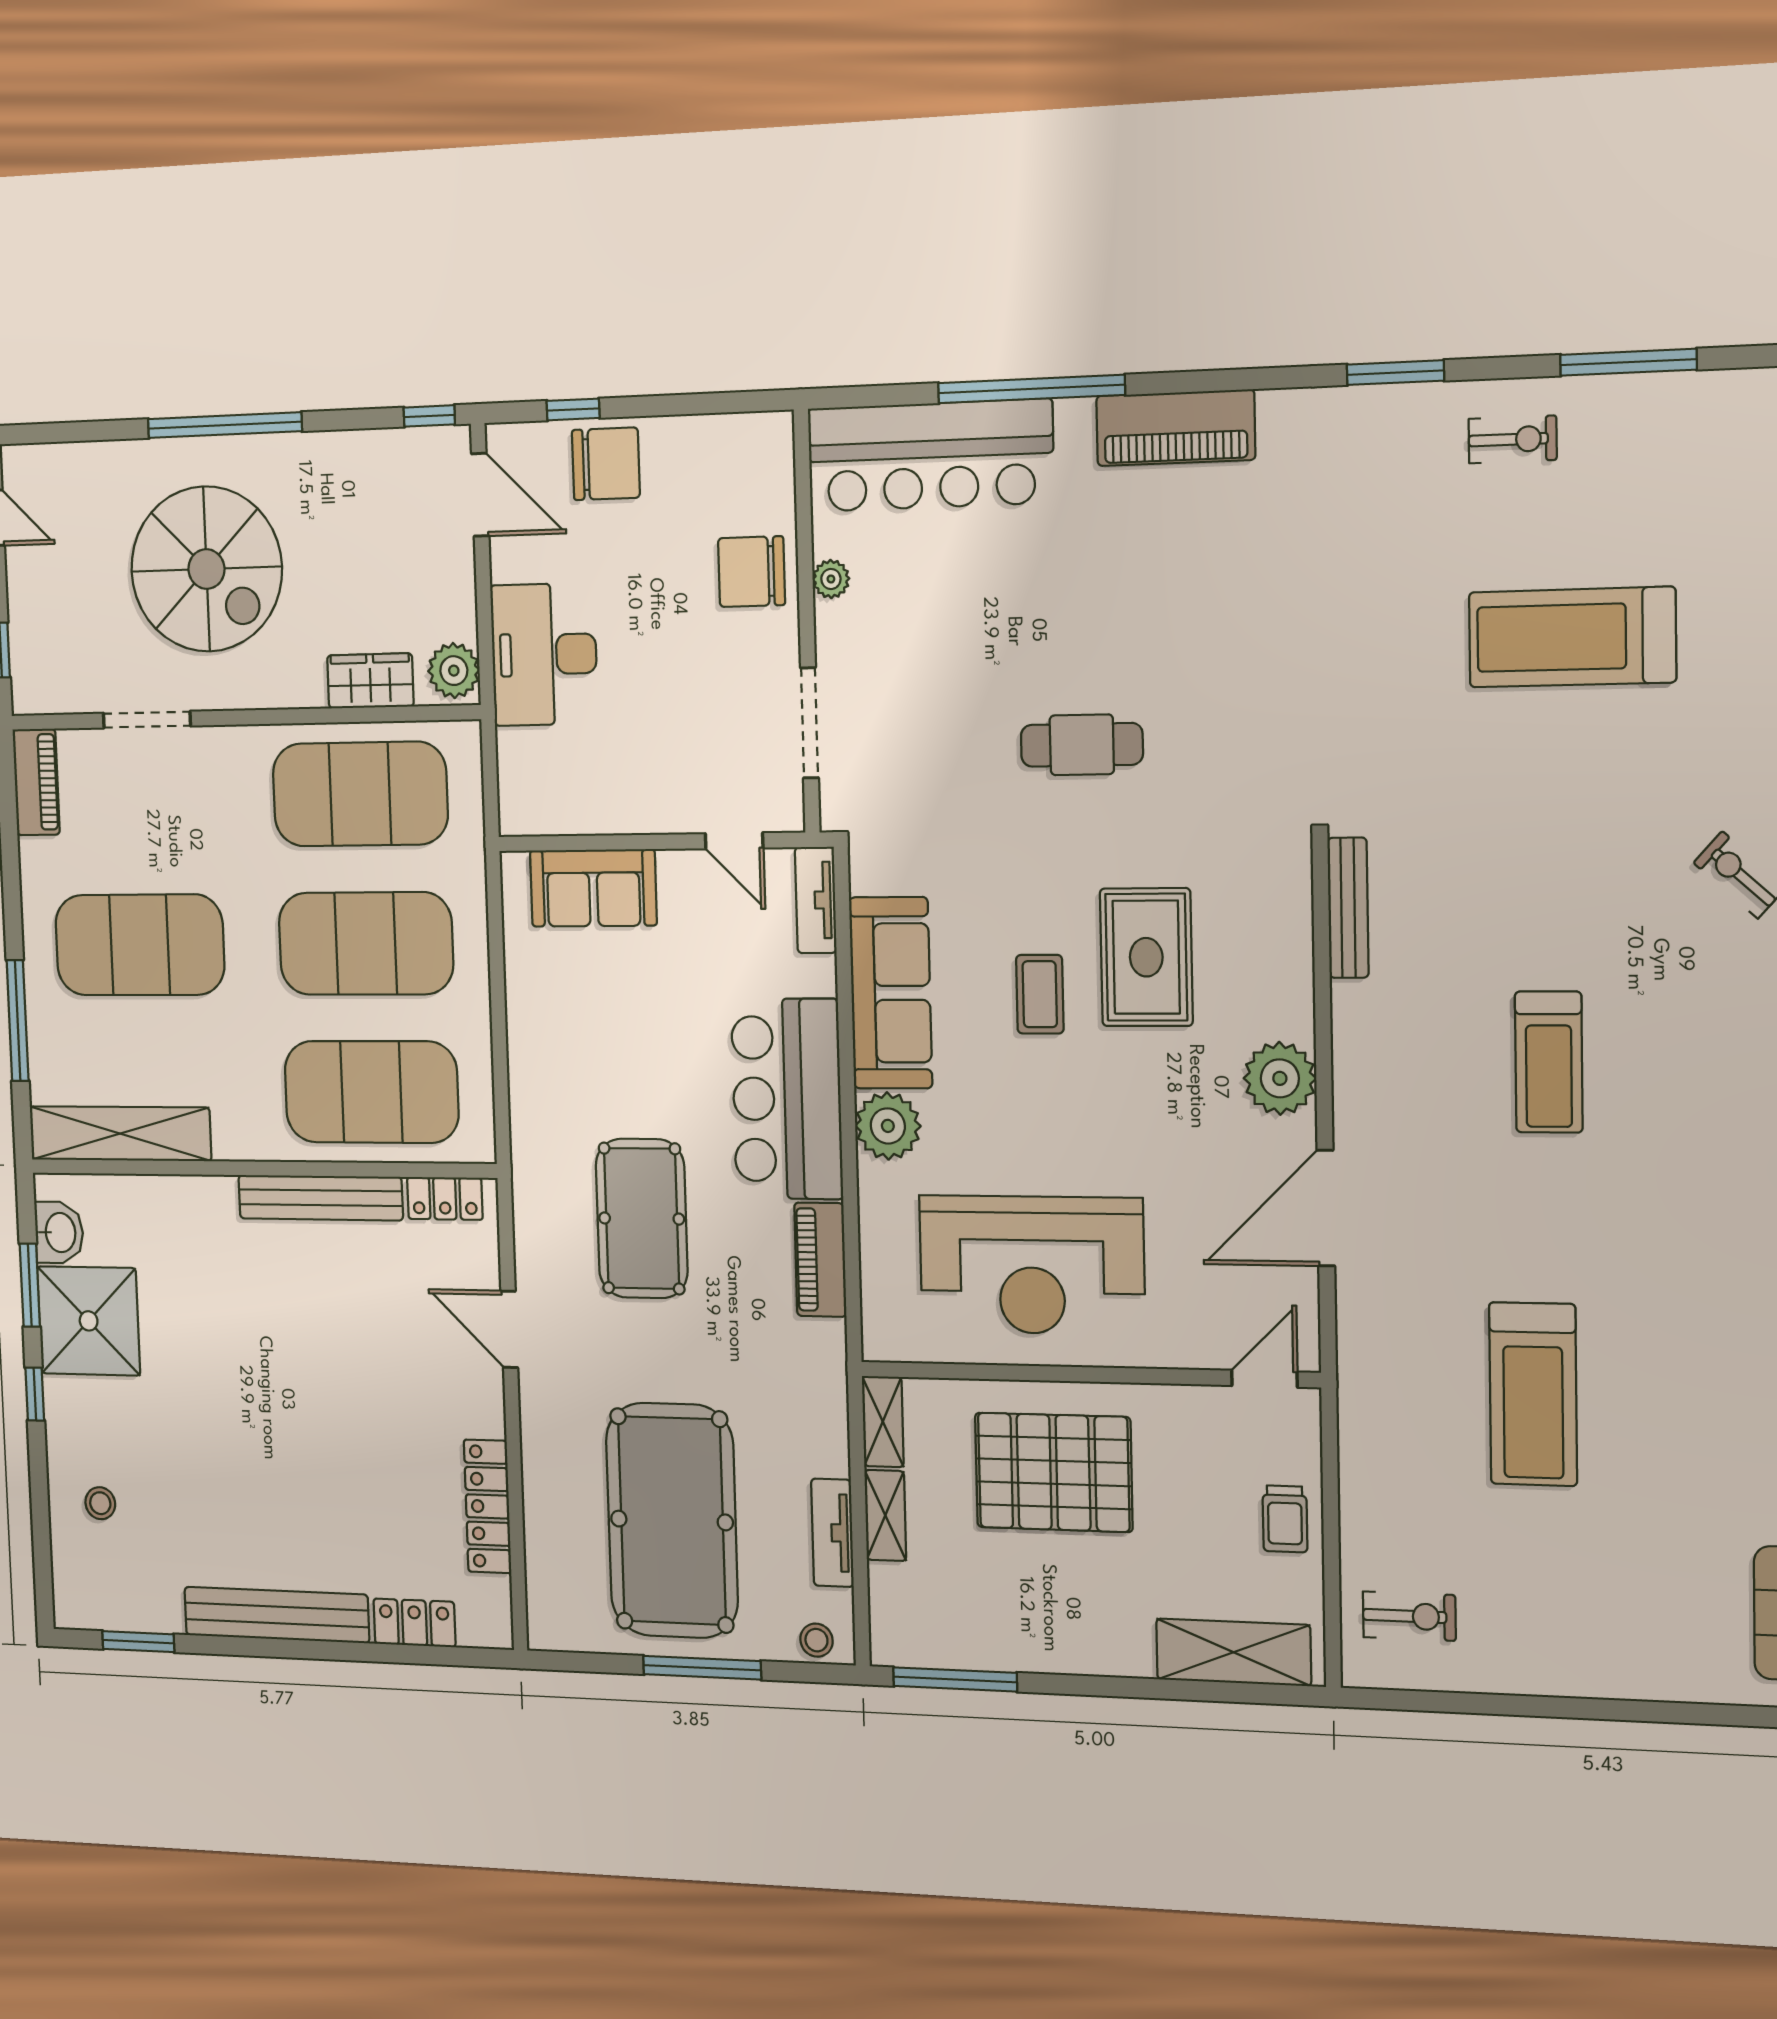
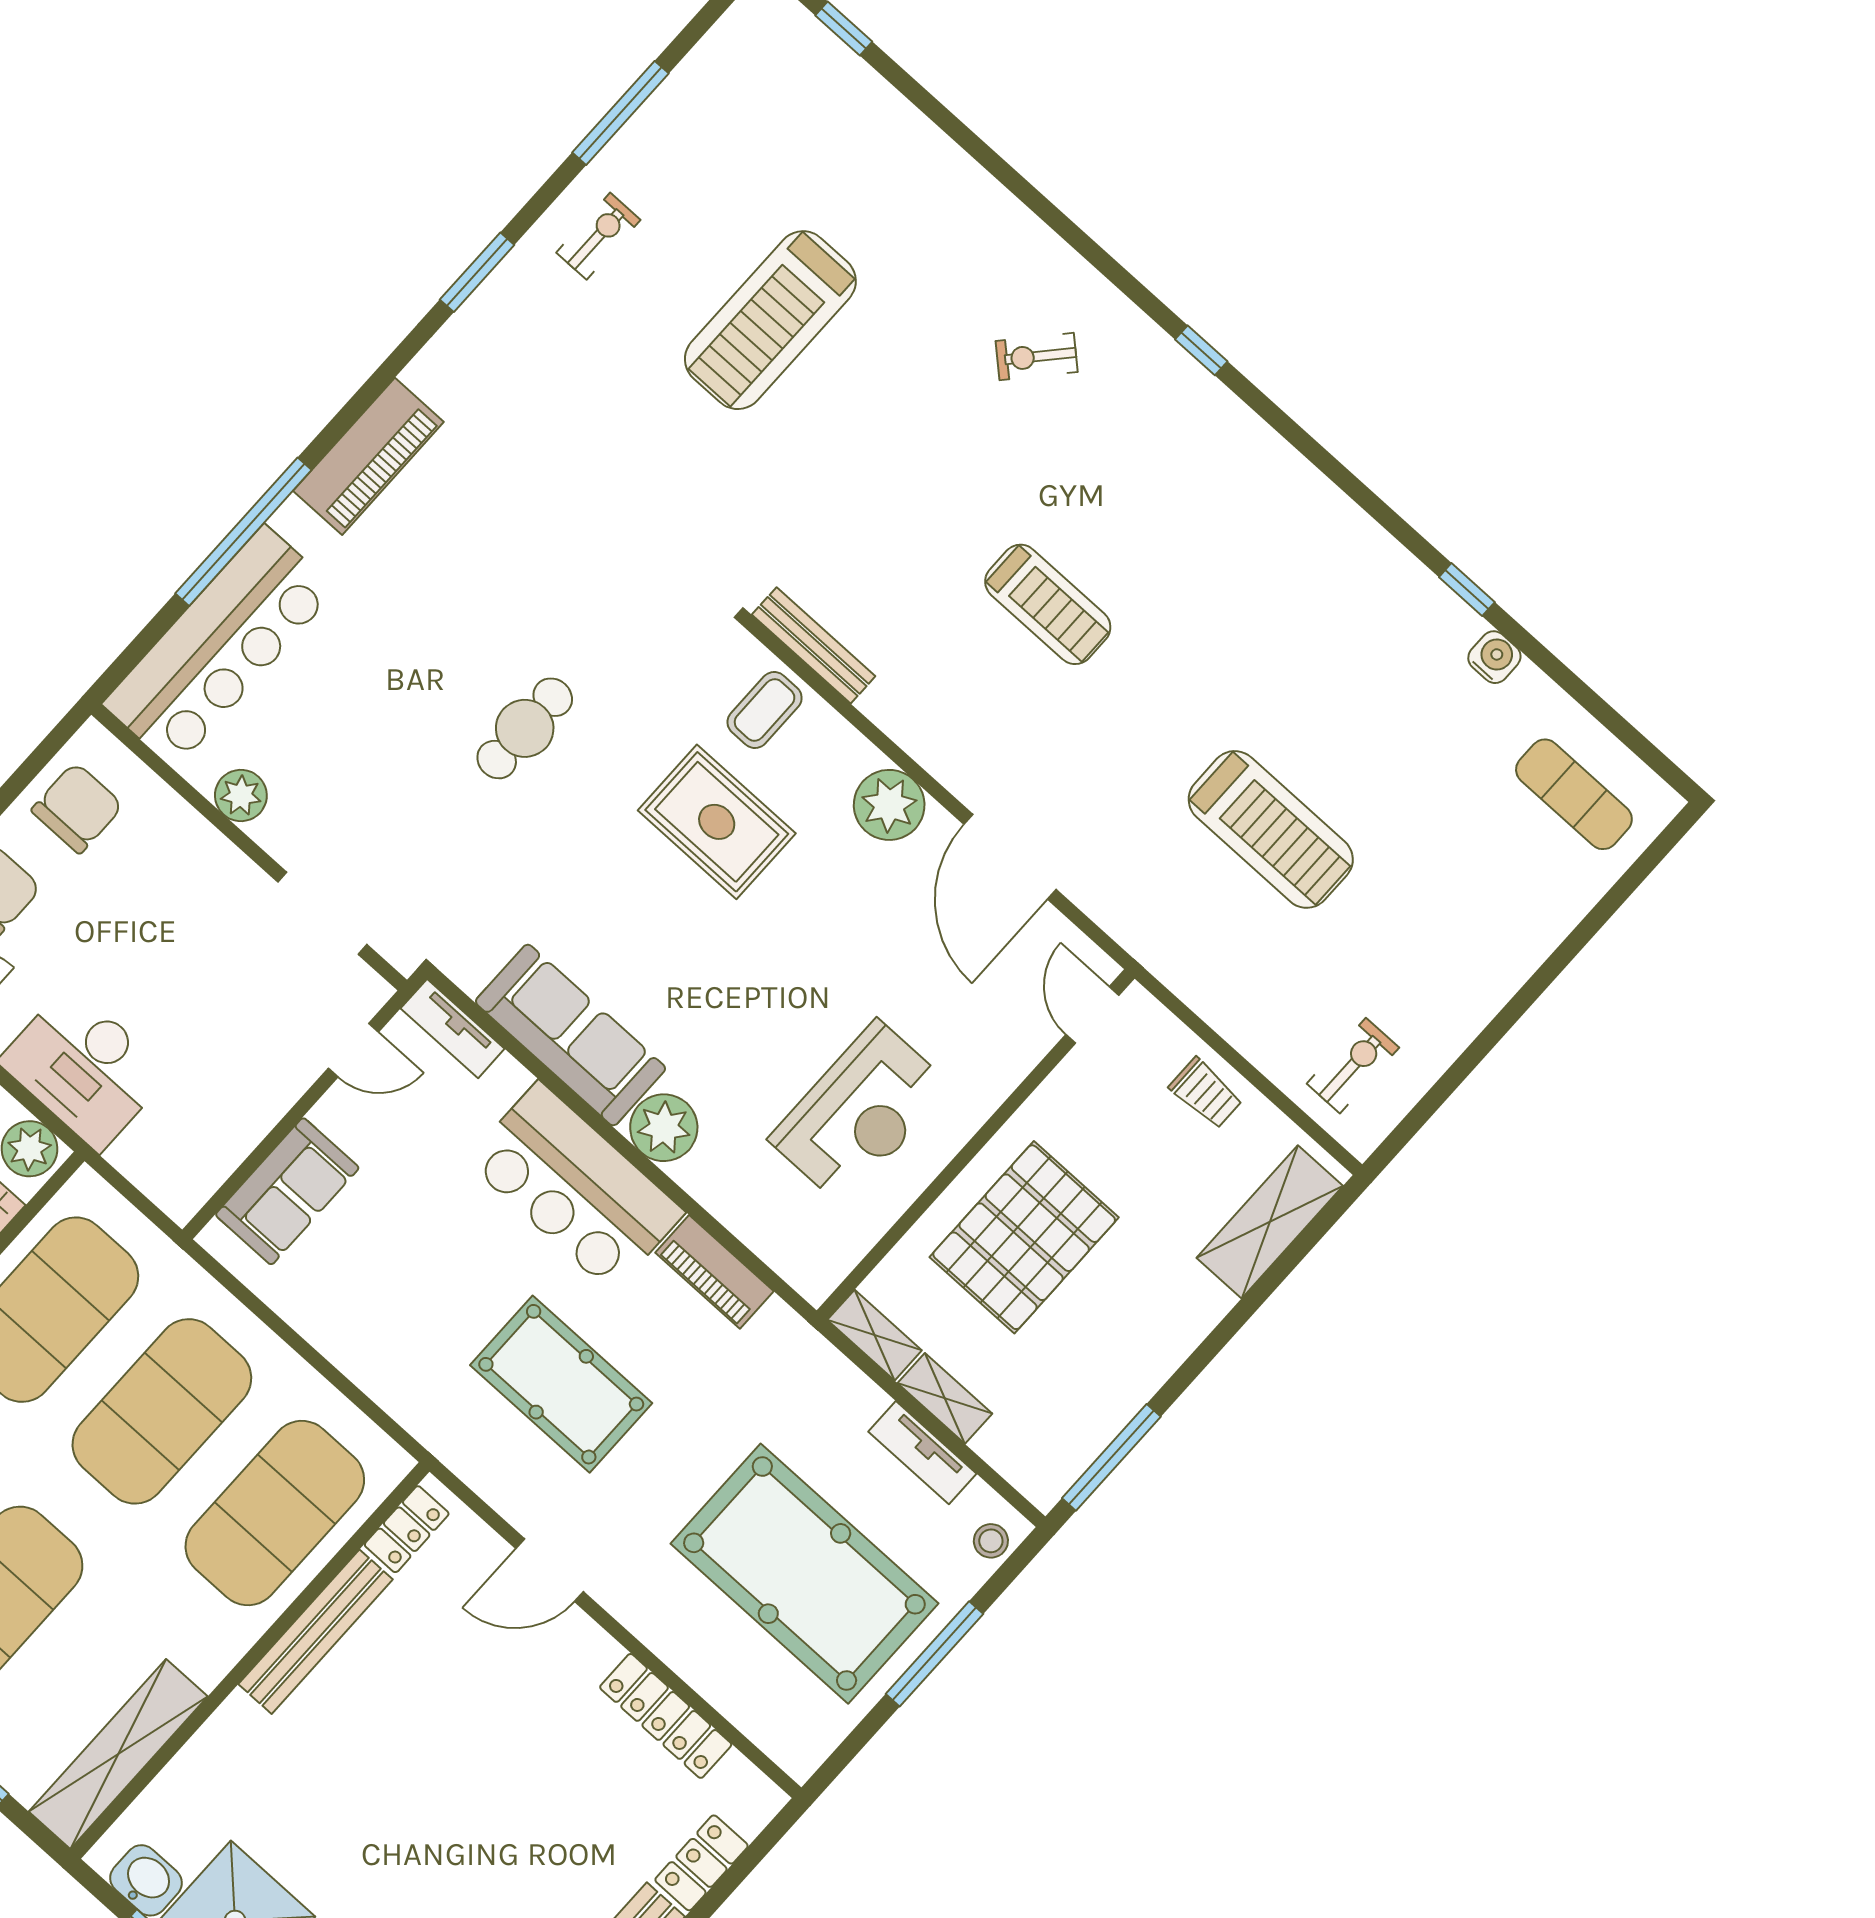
chair: (752, 572) -> (77, 808), moved, turned 180
plant: (831, 579) -> (241, 795), width x1.38, depth x1.38
coffee table: (1040, 994) -> (765, 710), moved, turned 90
reception desk: (1032, 1265) -> (860, 1113), width x0.74, depth x0.77

